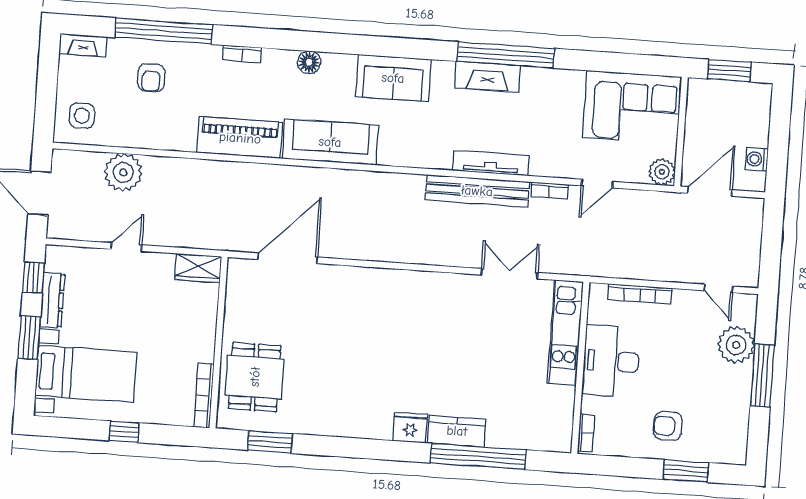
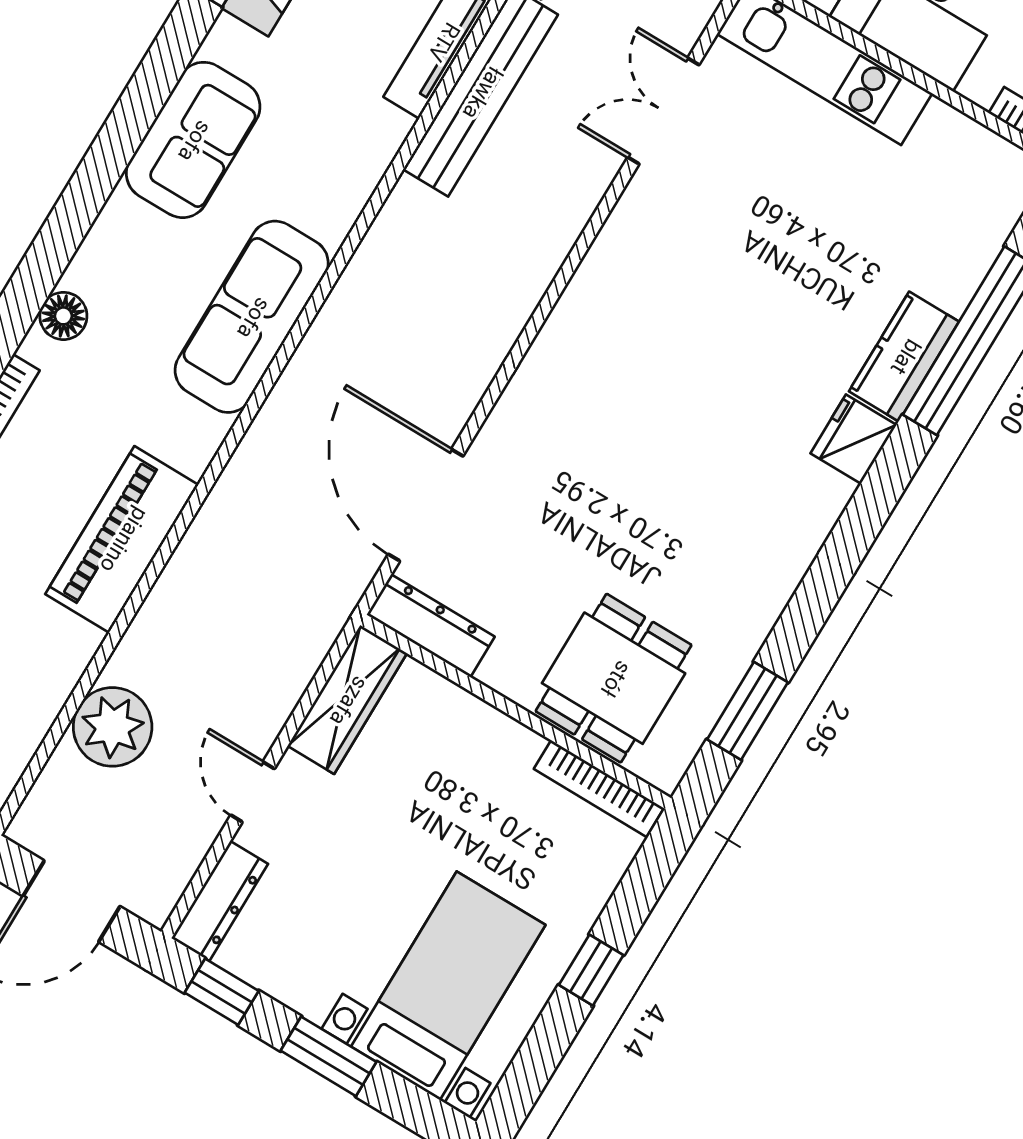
floor lamp: (309, 62) -> (63, 316), moved
piano: (240, 138) -> (122, 539), moved
wardrobe: (198, 268) -> (347, 700), width x1.50
dresser: (237, 287) -> (431, 626), added
dresser: (52, 300) -> (220, 901), moved, turned 90
dining table: (255, 377) -> (614, 678), turned 90

